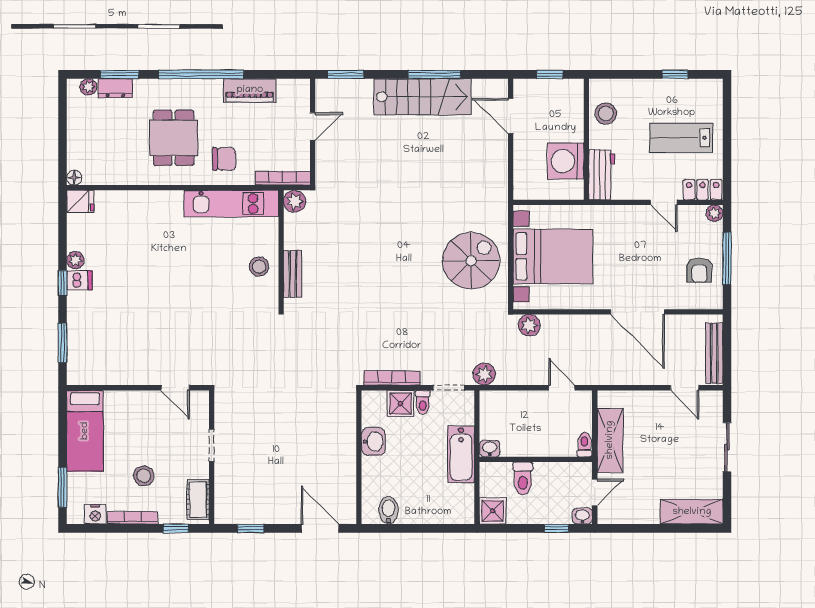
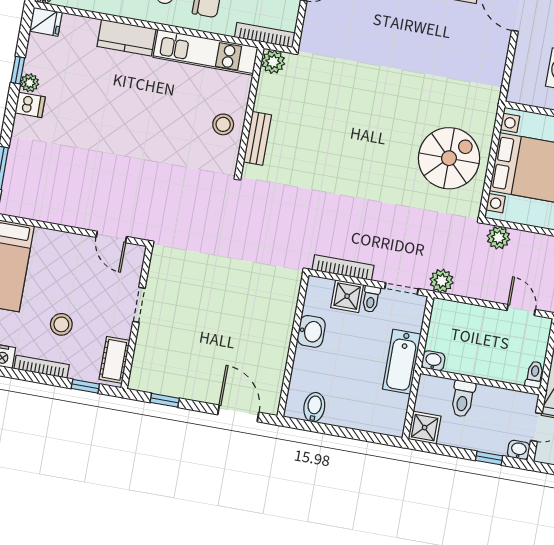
kitchen counter: (157, 203) -> (127, 38), added
window: (63, 283) -> (18, 70), moved

